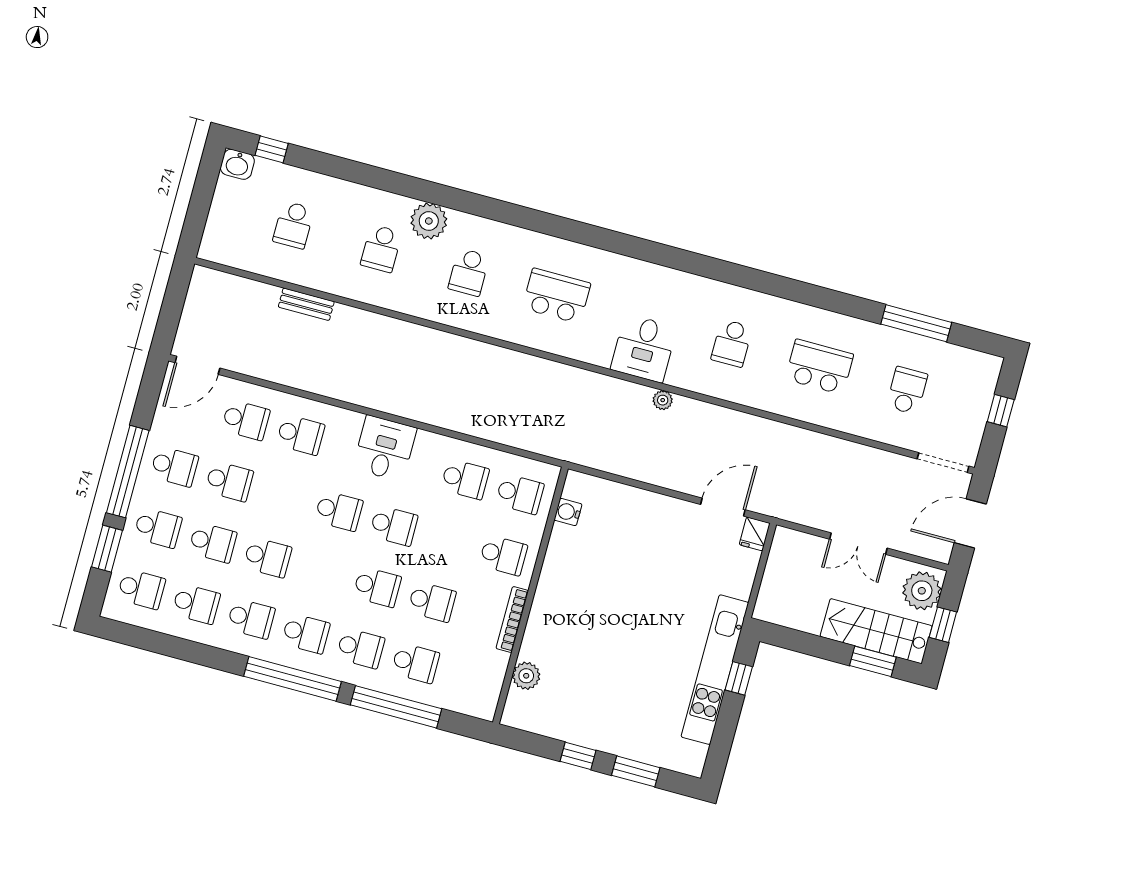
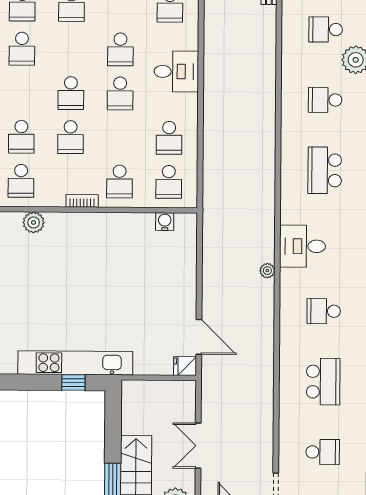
school desk: (556, 296) -> (325, 170), turned 180
bookcase: (512, 619) -> (82, 201), width x0.64
school desk: (361, 648) -> (21, 181), moved

